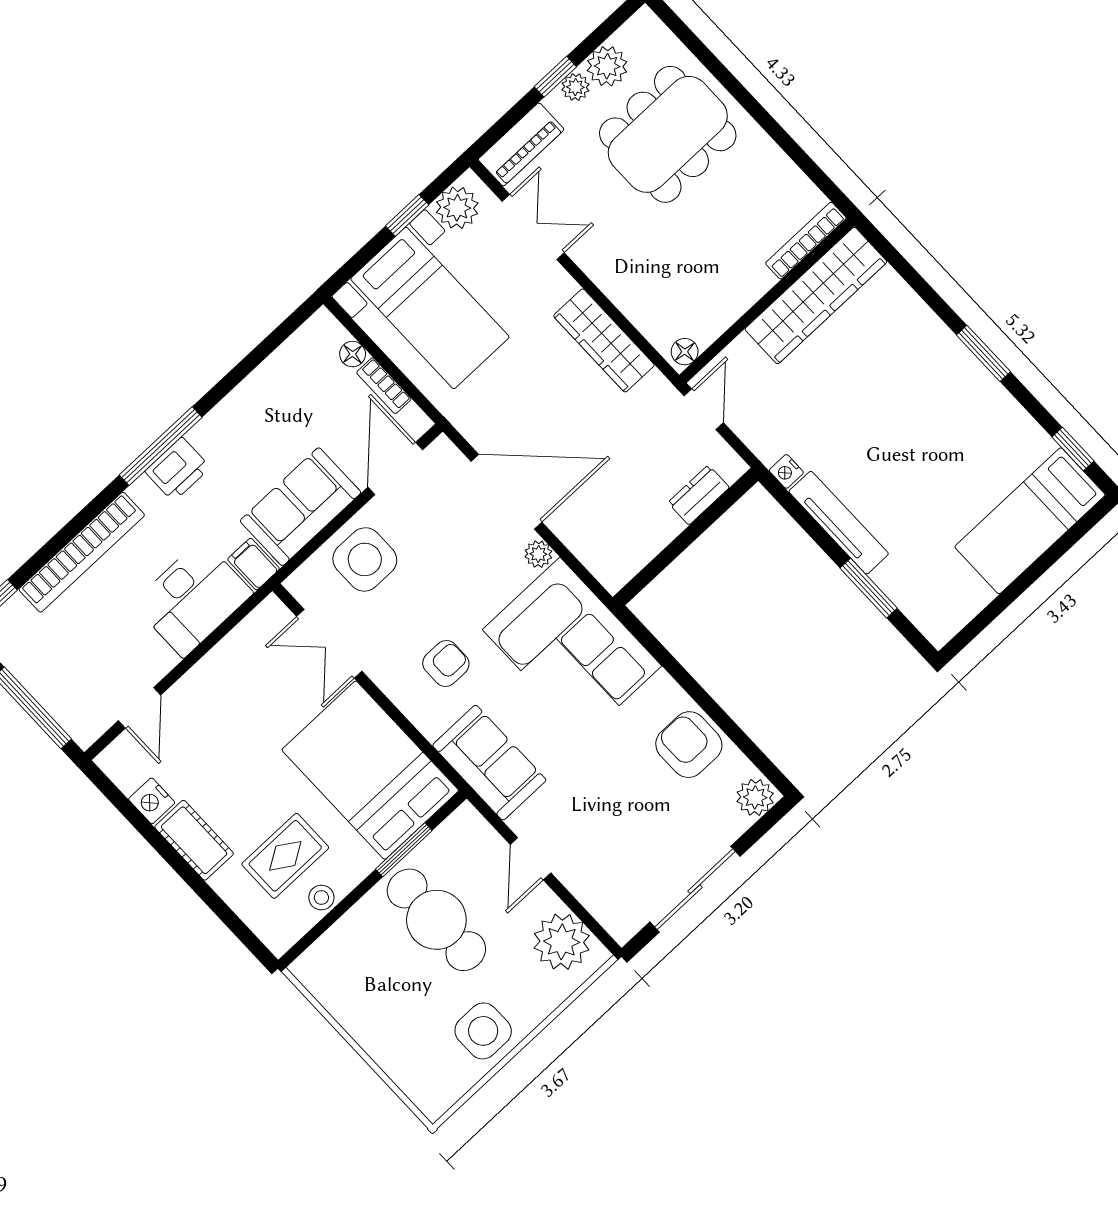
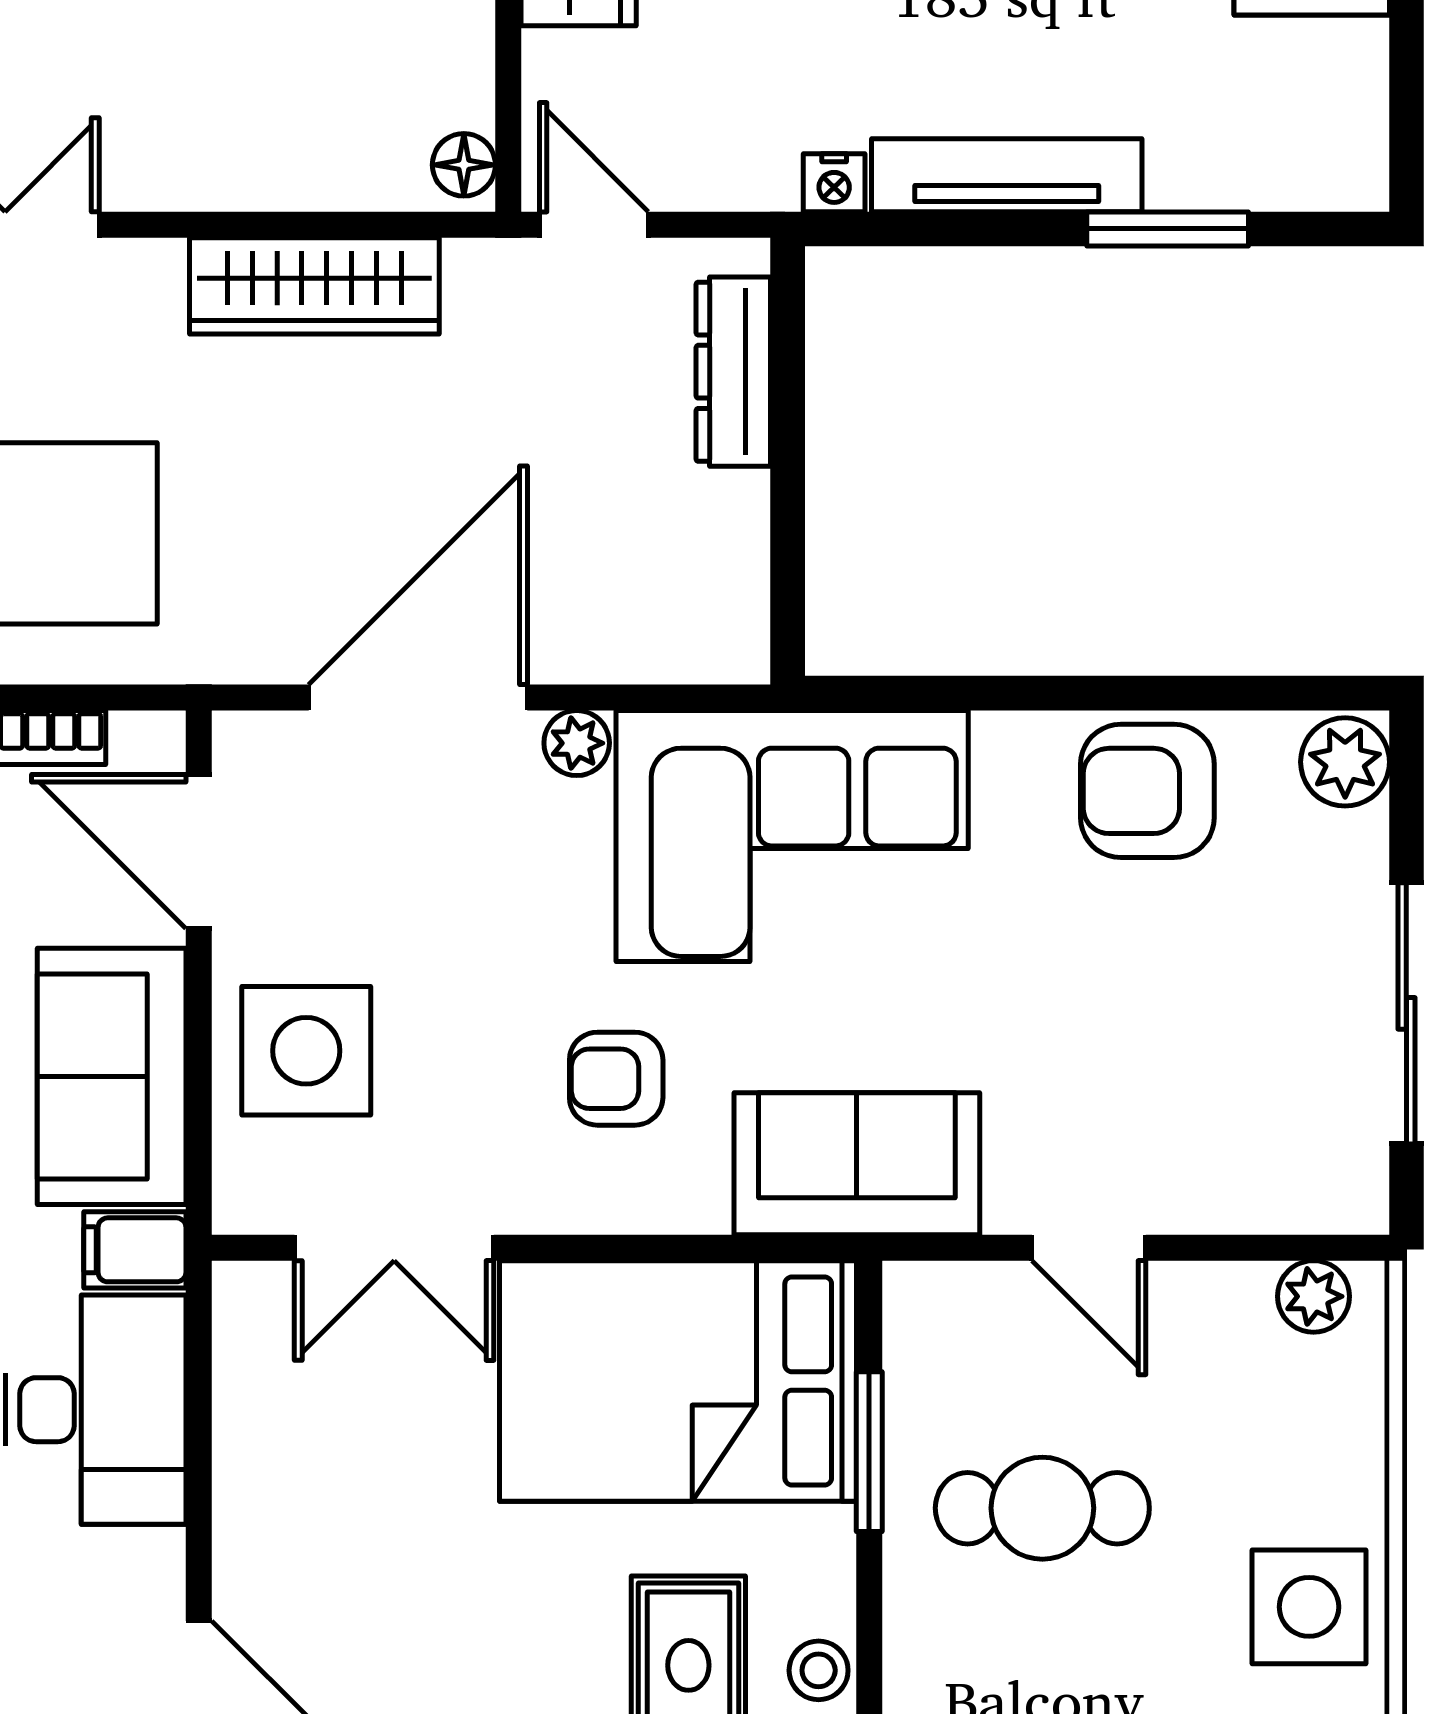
dresser: (699, 495) -> (733, 372), width x1.44
armchair: (446, 663) -> (616, 1079), turned -90
cafe table: (436, 920) -> (1042, 1508), width x0.73, depth x0.74
plant: (562, 942) -> (1313, 1296), width x0.53, depth x0.53

